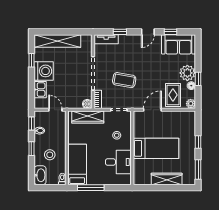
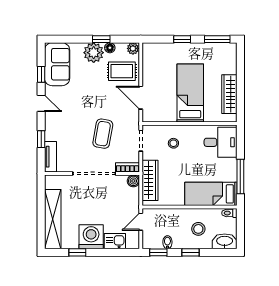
desk: (118, 162) -> (221, 142), moved, turned 90
wardrobe: (167, 179) -> (229, 94), moved

